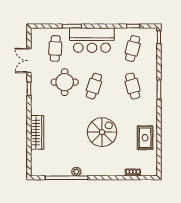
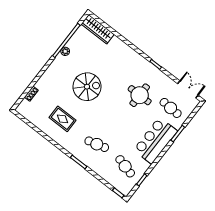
double door: (29, 60) -> (188, 89), moved
cafe table: (94, 86) -> (119, 115), removed
wardrobe: (37, 132) -> (98, 29), moved
spiral stairs: (102, 132) -> (87, 87), moved, turned -90
rug: (145, 138) -> (63, 119), moved

